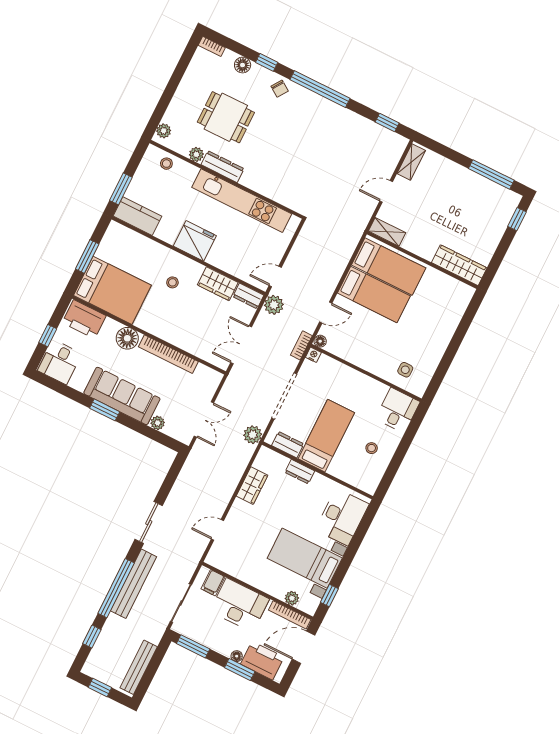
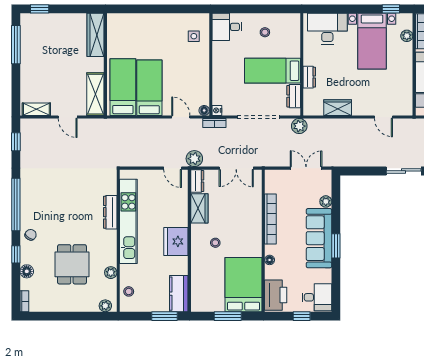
dresser: (223, 167) -> (110, 212), moved
shelving: (387, 232) -> (95, 94), width x1.50, depth x1.33
floor lamp: (127, 338) -> (270, 260), width x0.53, depth x0.53

